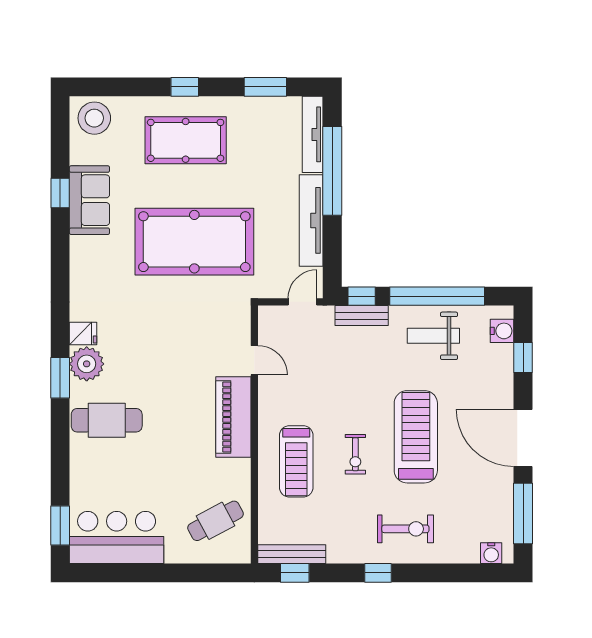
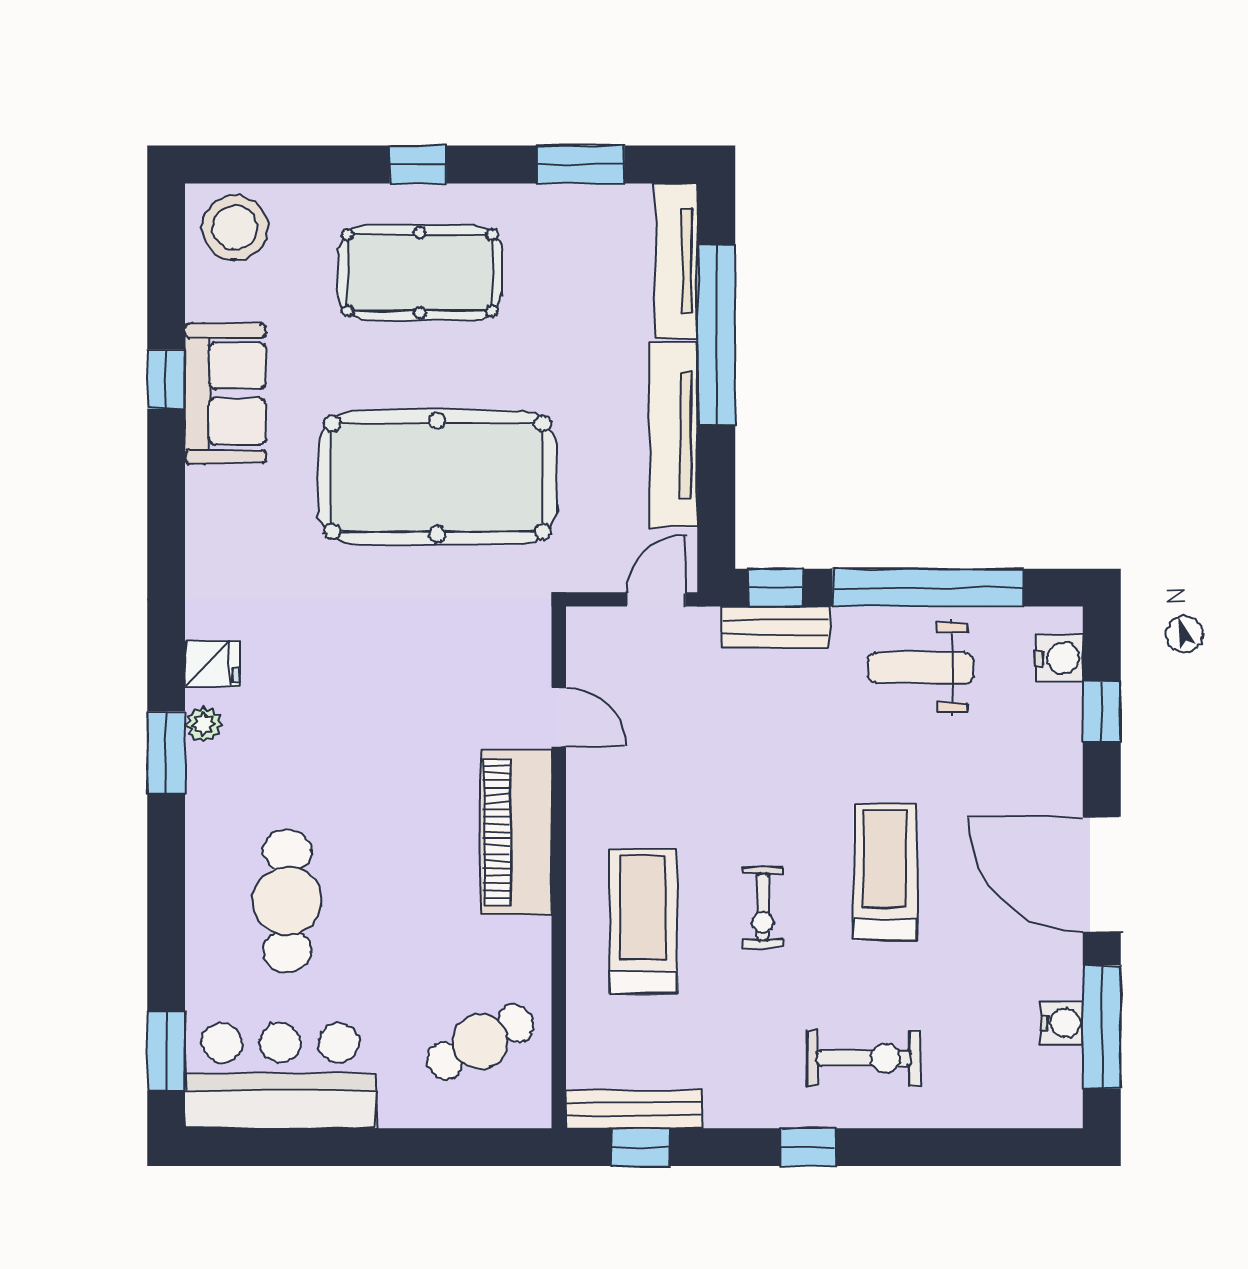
plant: (87, 364) -> (203, 725), width x0.53, depth x0.53
cafe table: (107, 420) -> (287, 901), moved, turned 90
treadmill: (416, 437) -> (885, 872), width x0.73, depth x0.73
treadmill: (296, 461) -> (643, 922), turned 180
water cooler: (491, 553) -> (1062, 1023), moved, turned -90

